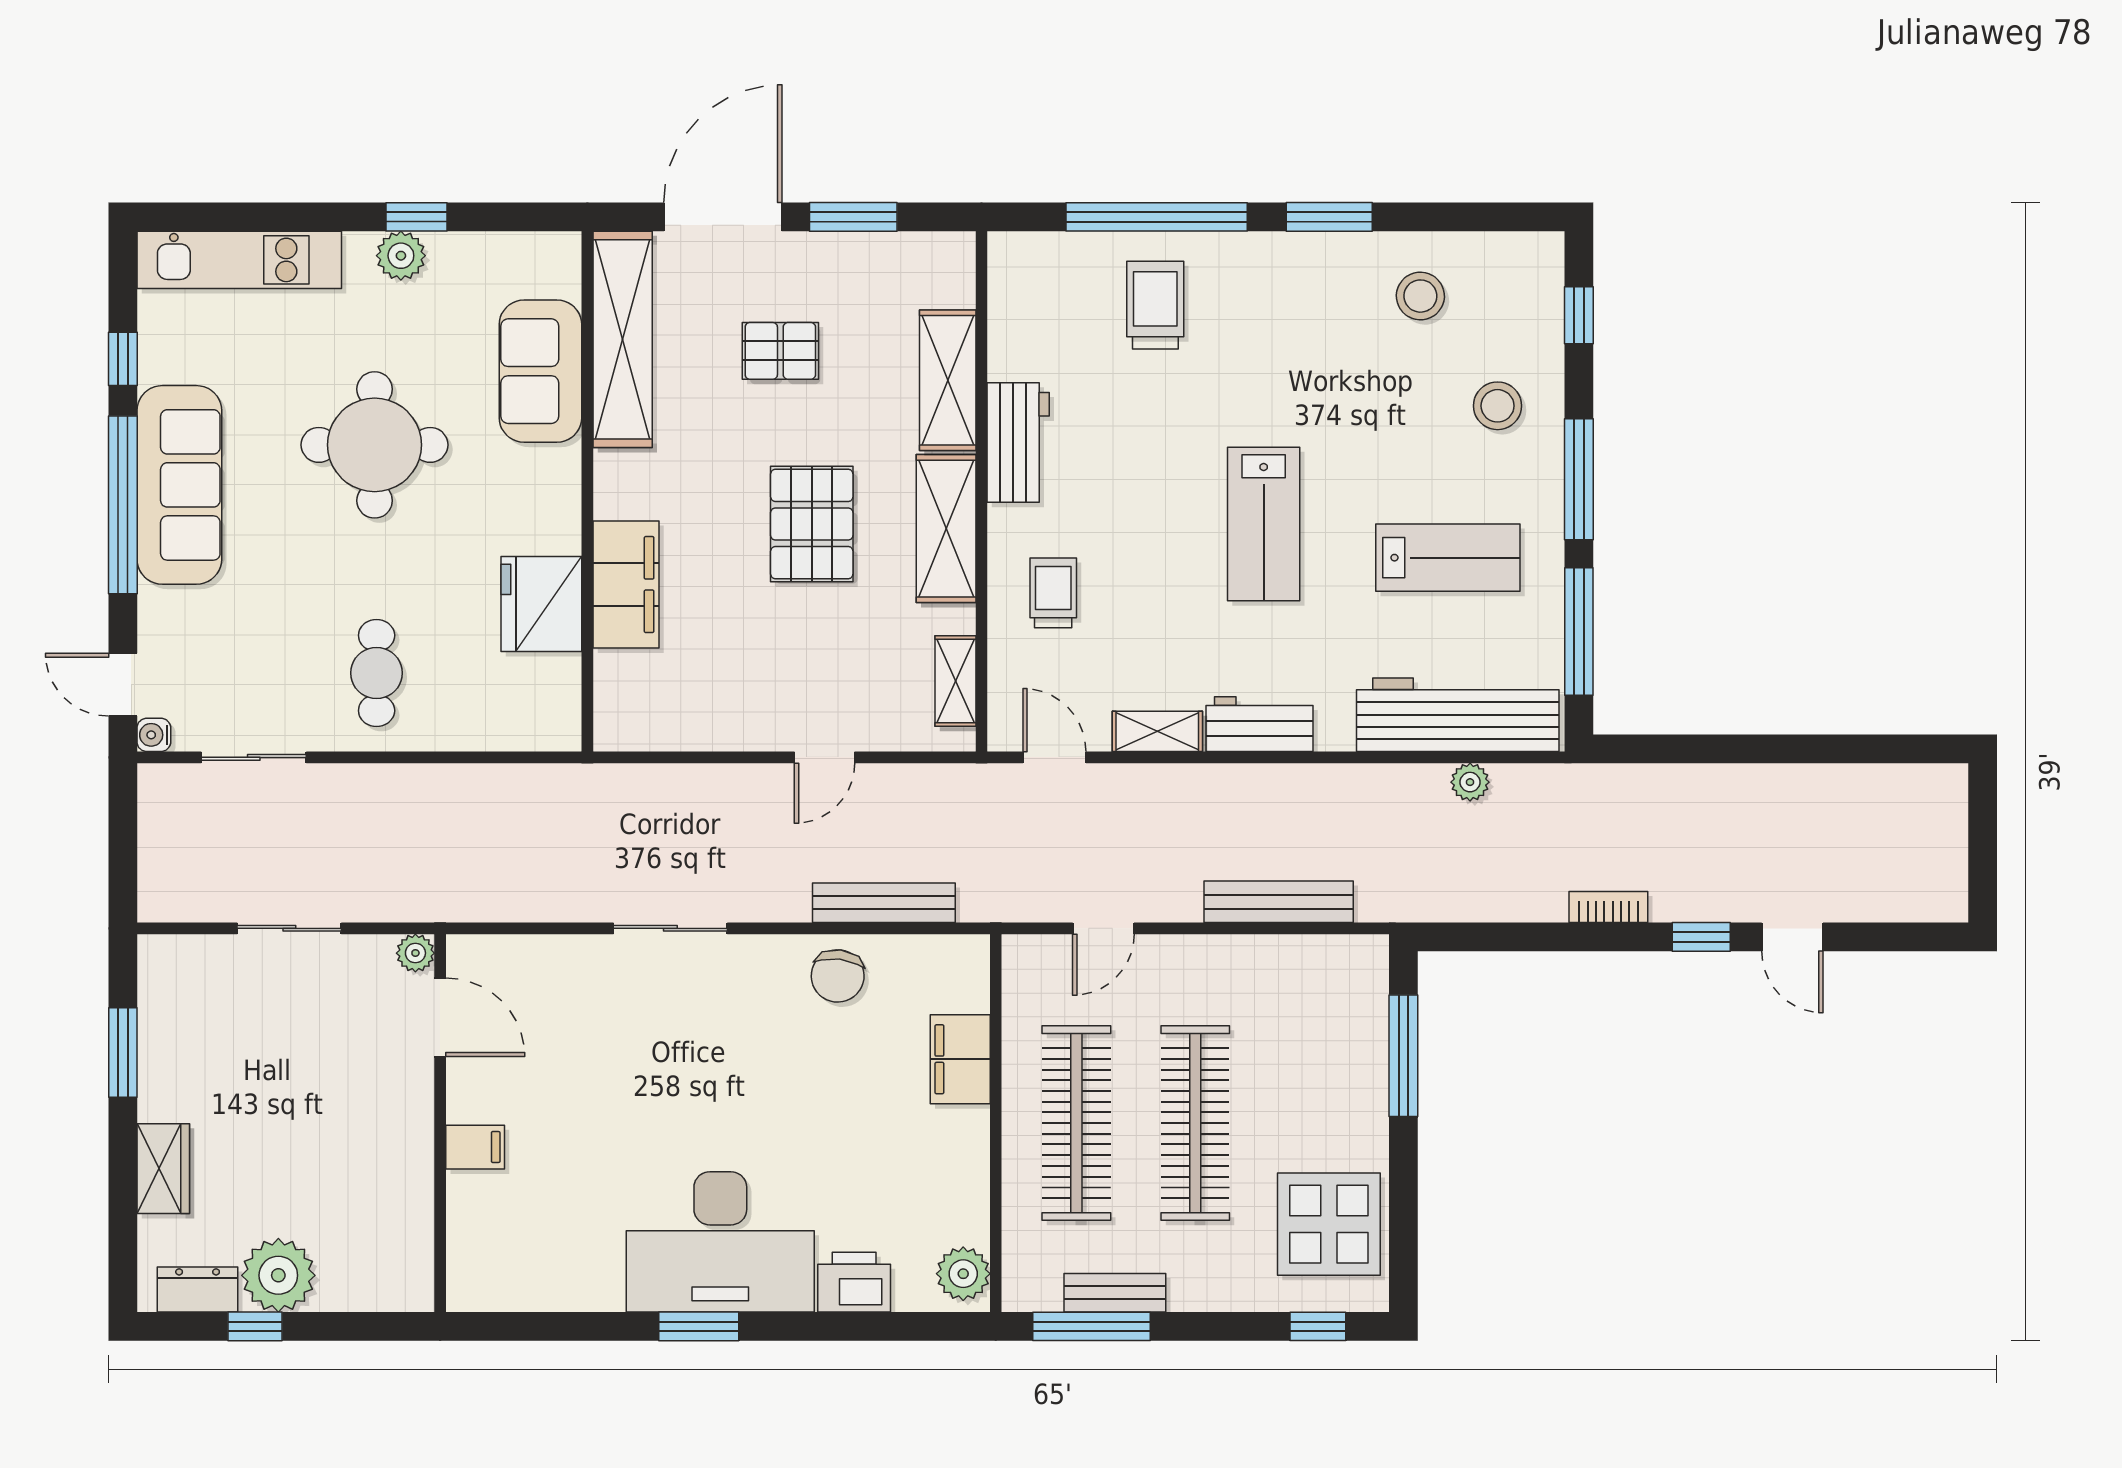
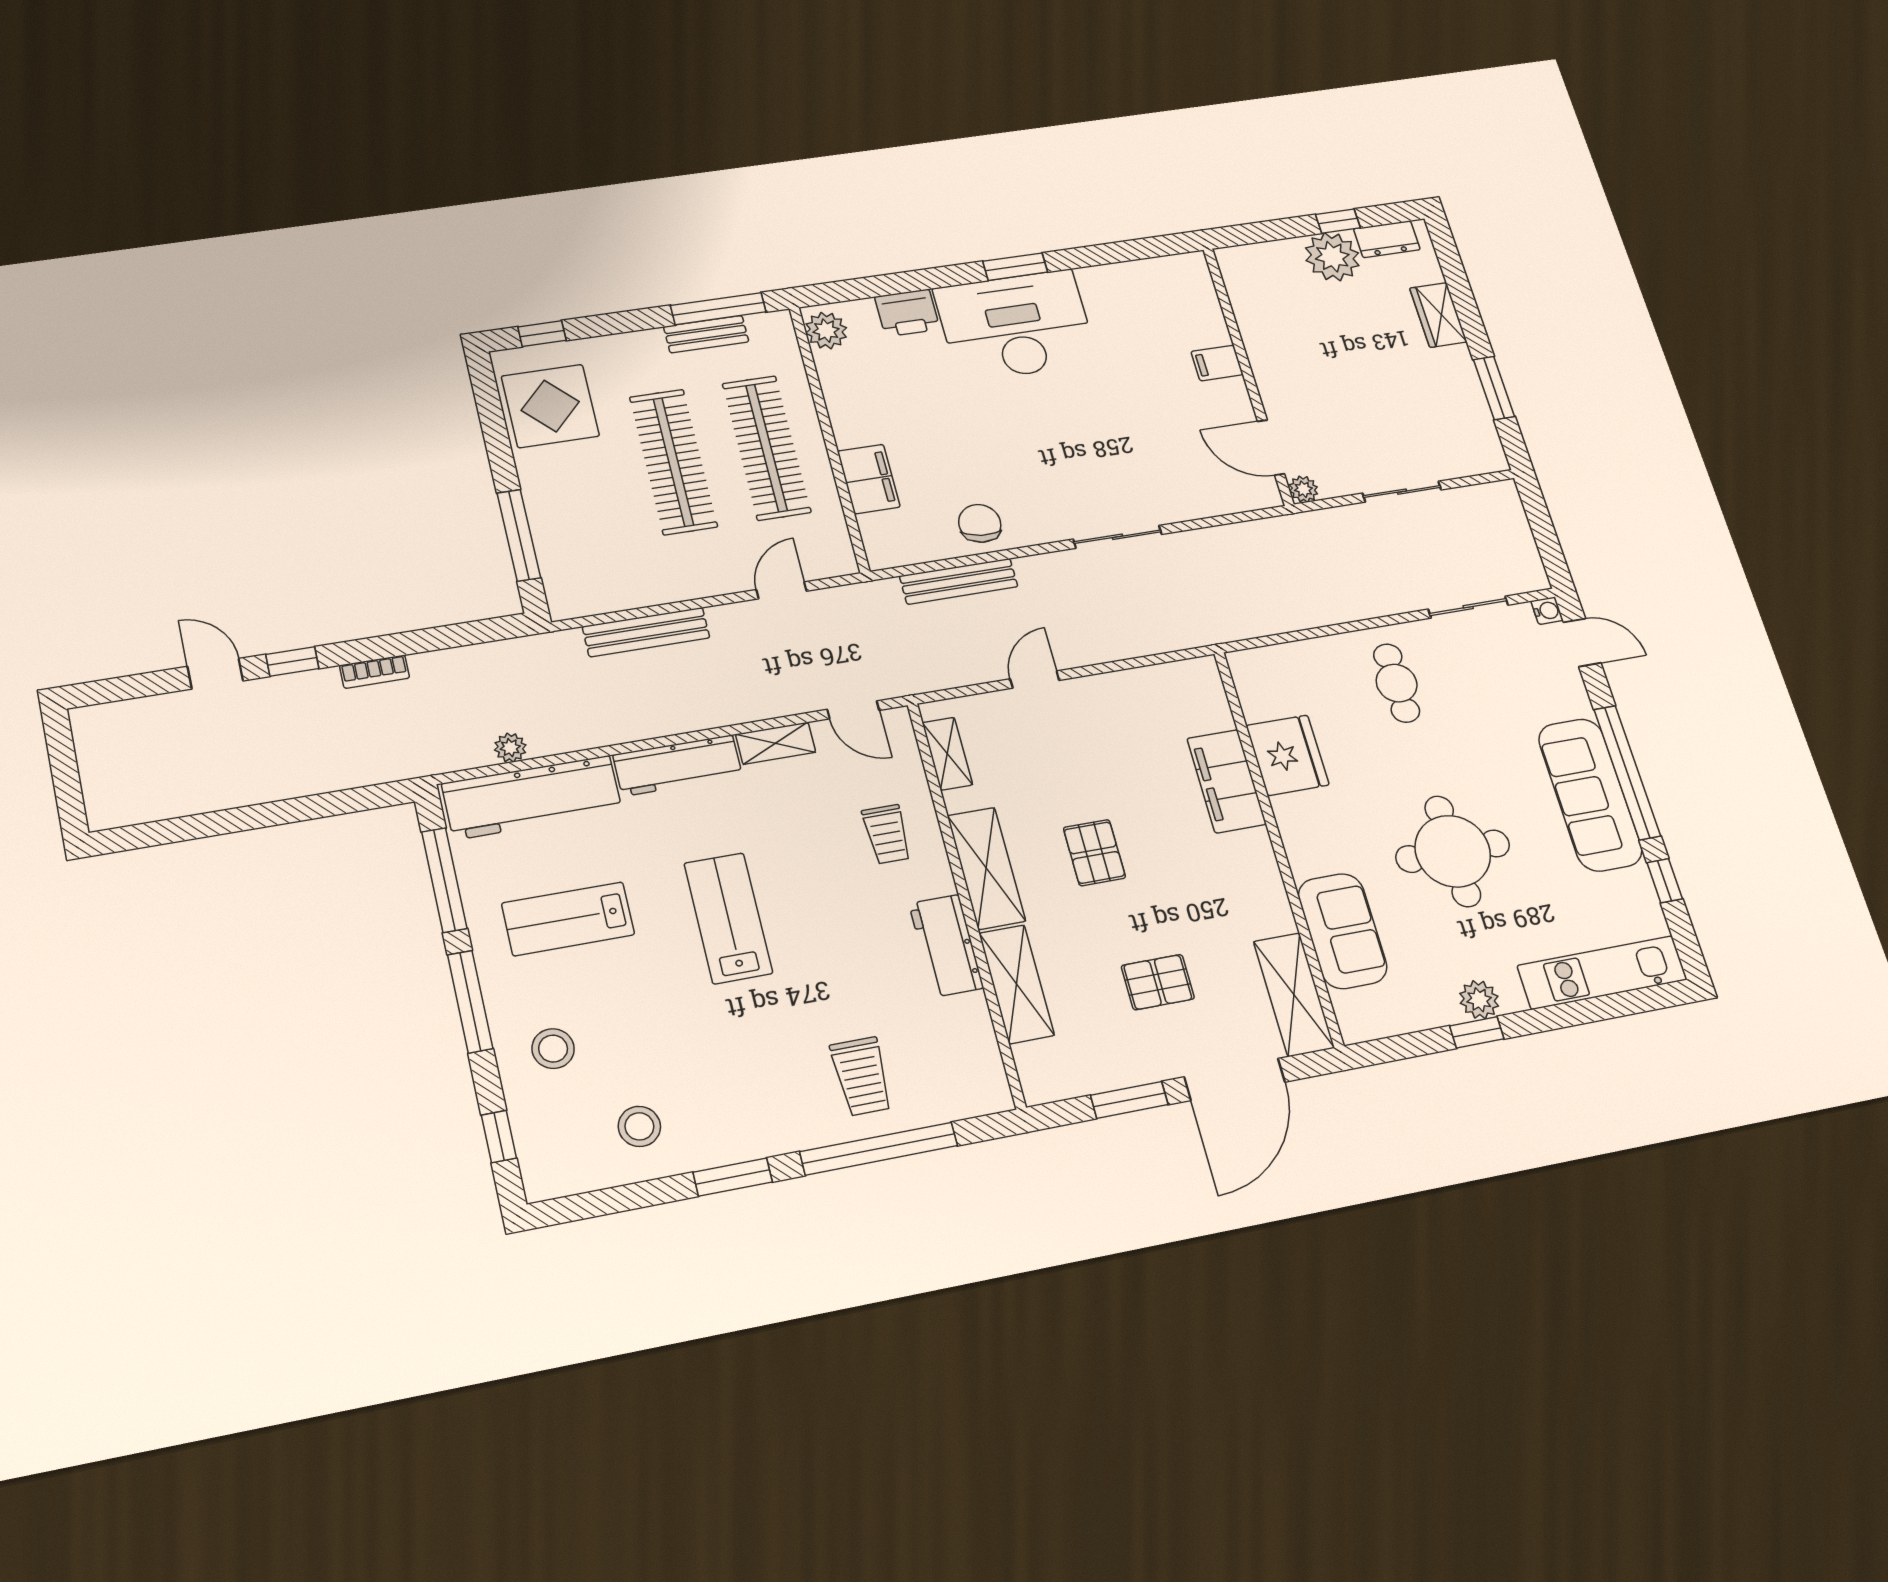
shelving: (623, 339) -> (1294, 994), width x0.68
pallet: (812, 524) -> (1094, 853), width x0.67, depth x0.71
workbench: (1259, 724) -> (678, 766), width x1.38

